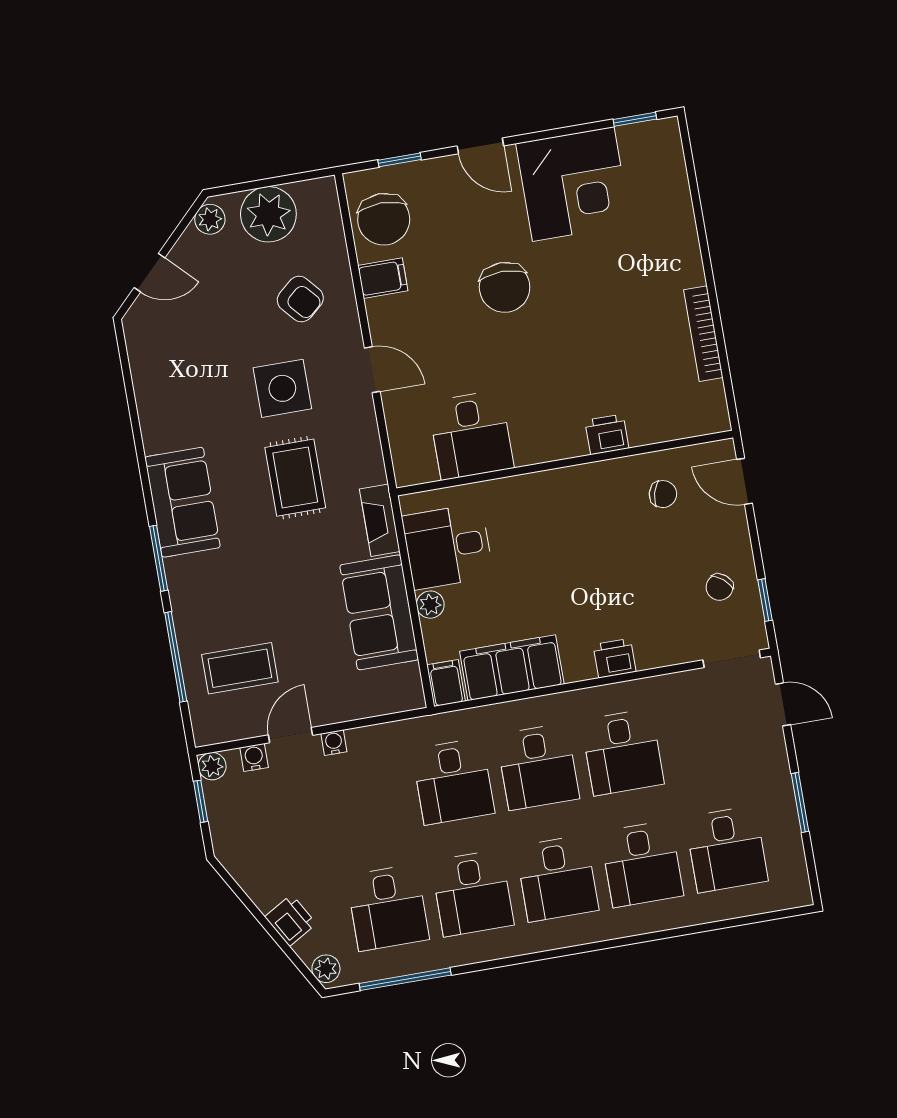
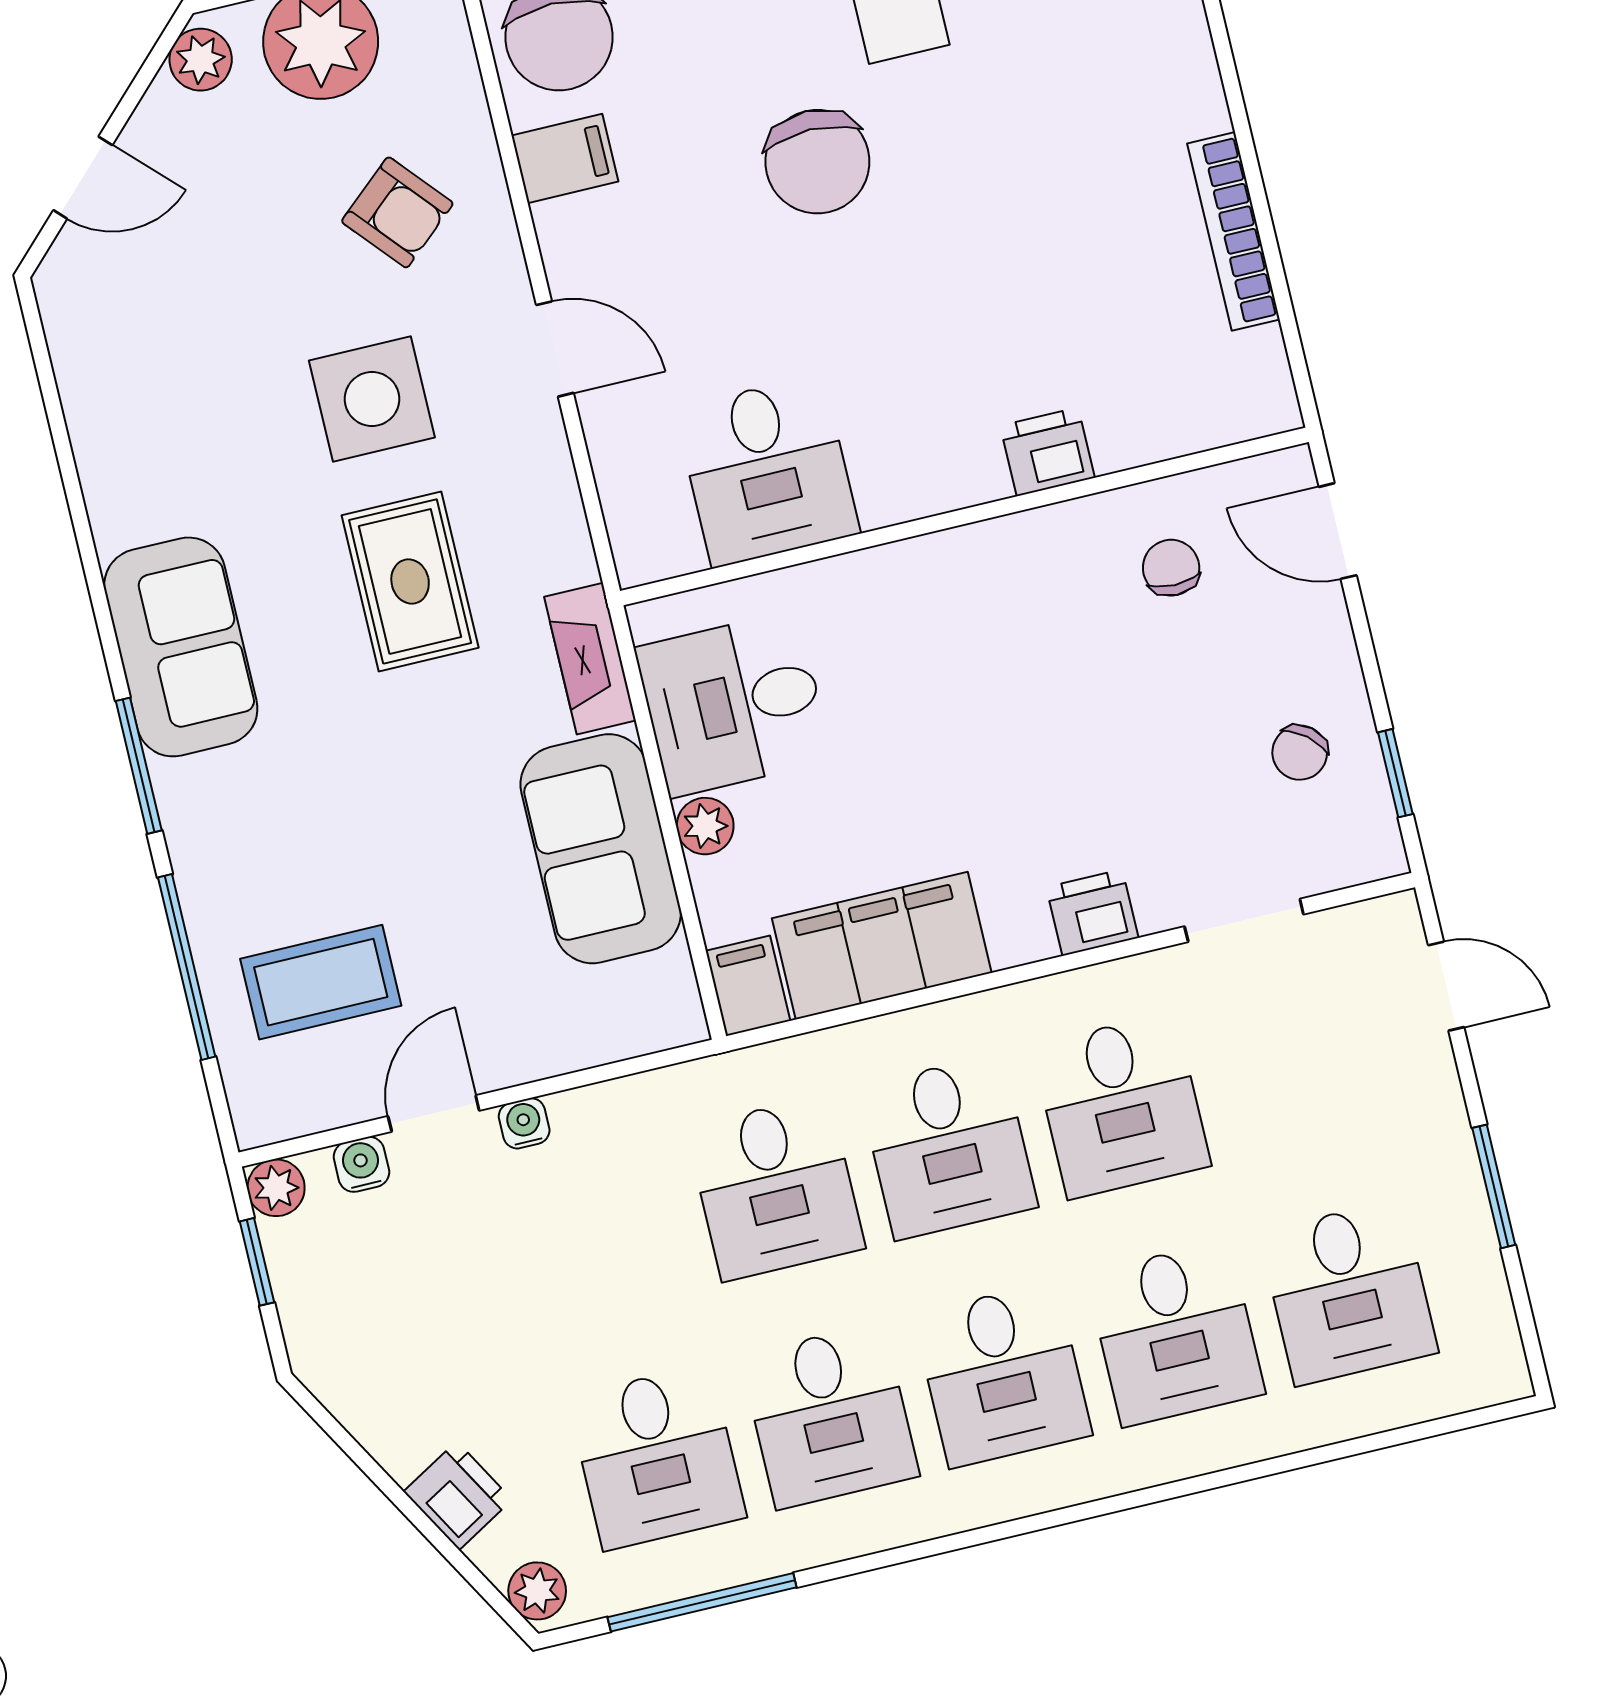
chair: (663, 494) -> (1171, 568), turned -105
doorway: (732, 659) -> (1244, 920), moved

